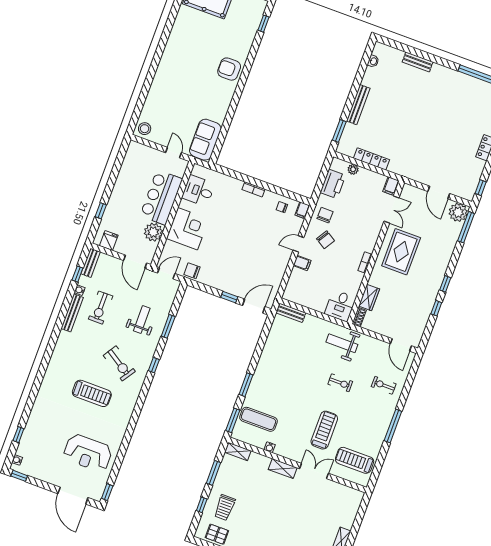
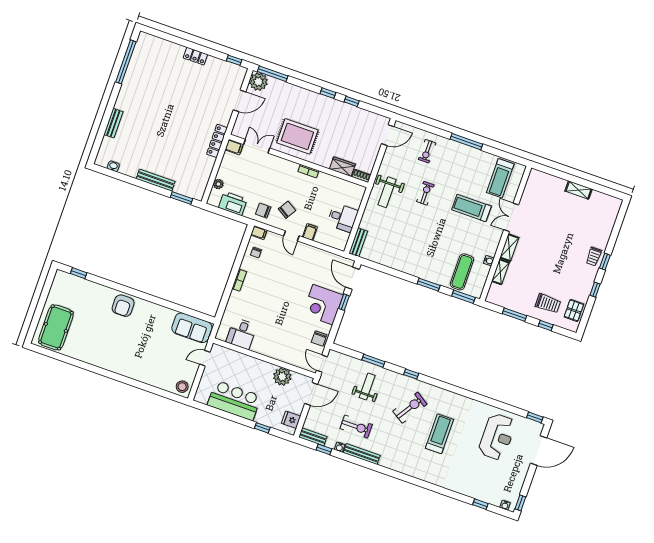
locker: (371, 159) -> (217, 141), moved
bar counter: (161, 197) -> (234, 401), moved, turned 180
corner desk: (188, 229) -> (323, 305), moved, turned -90
desk: (340, 306) -> (342, 218), moved
weight bench: (142, 320) -> (367, 386), turned 90
shelving: (238, 452) -> (500, 272), moved

